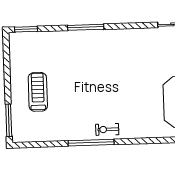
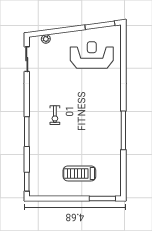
exercise bike: (107, 129) -> (55, 115), moved

